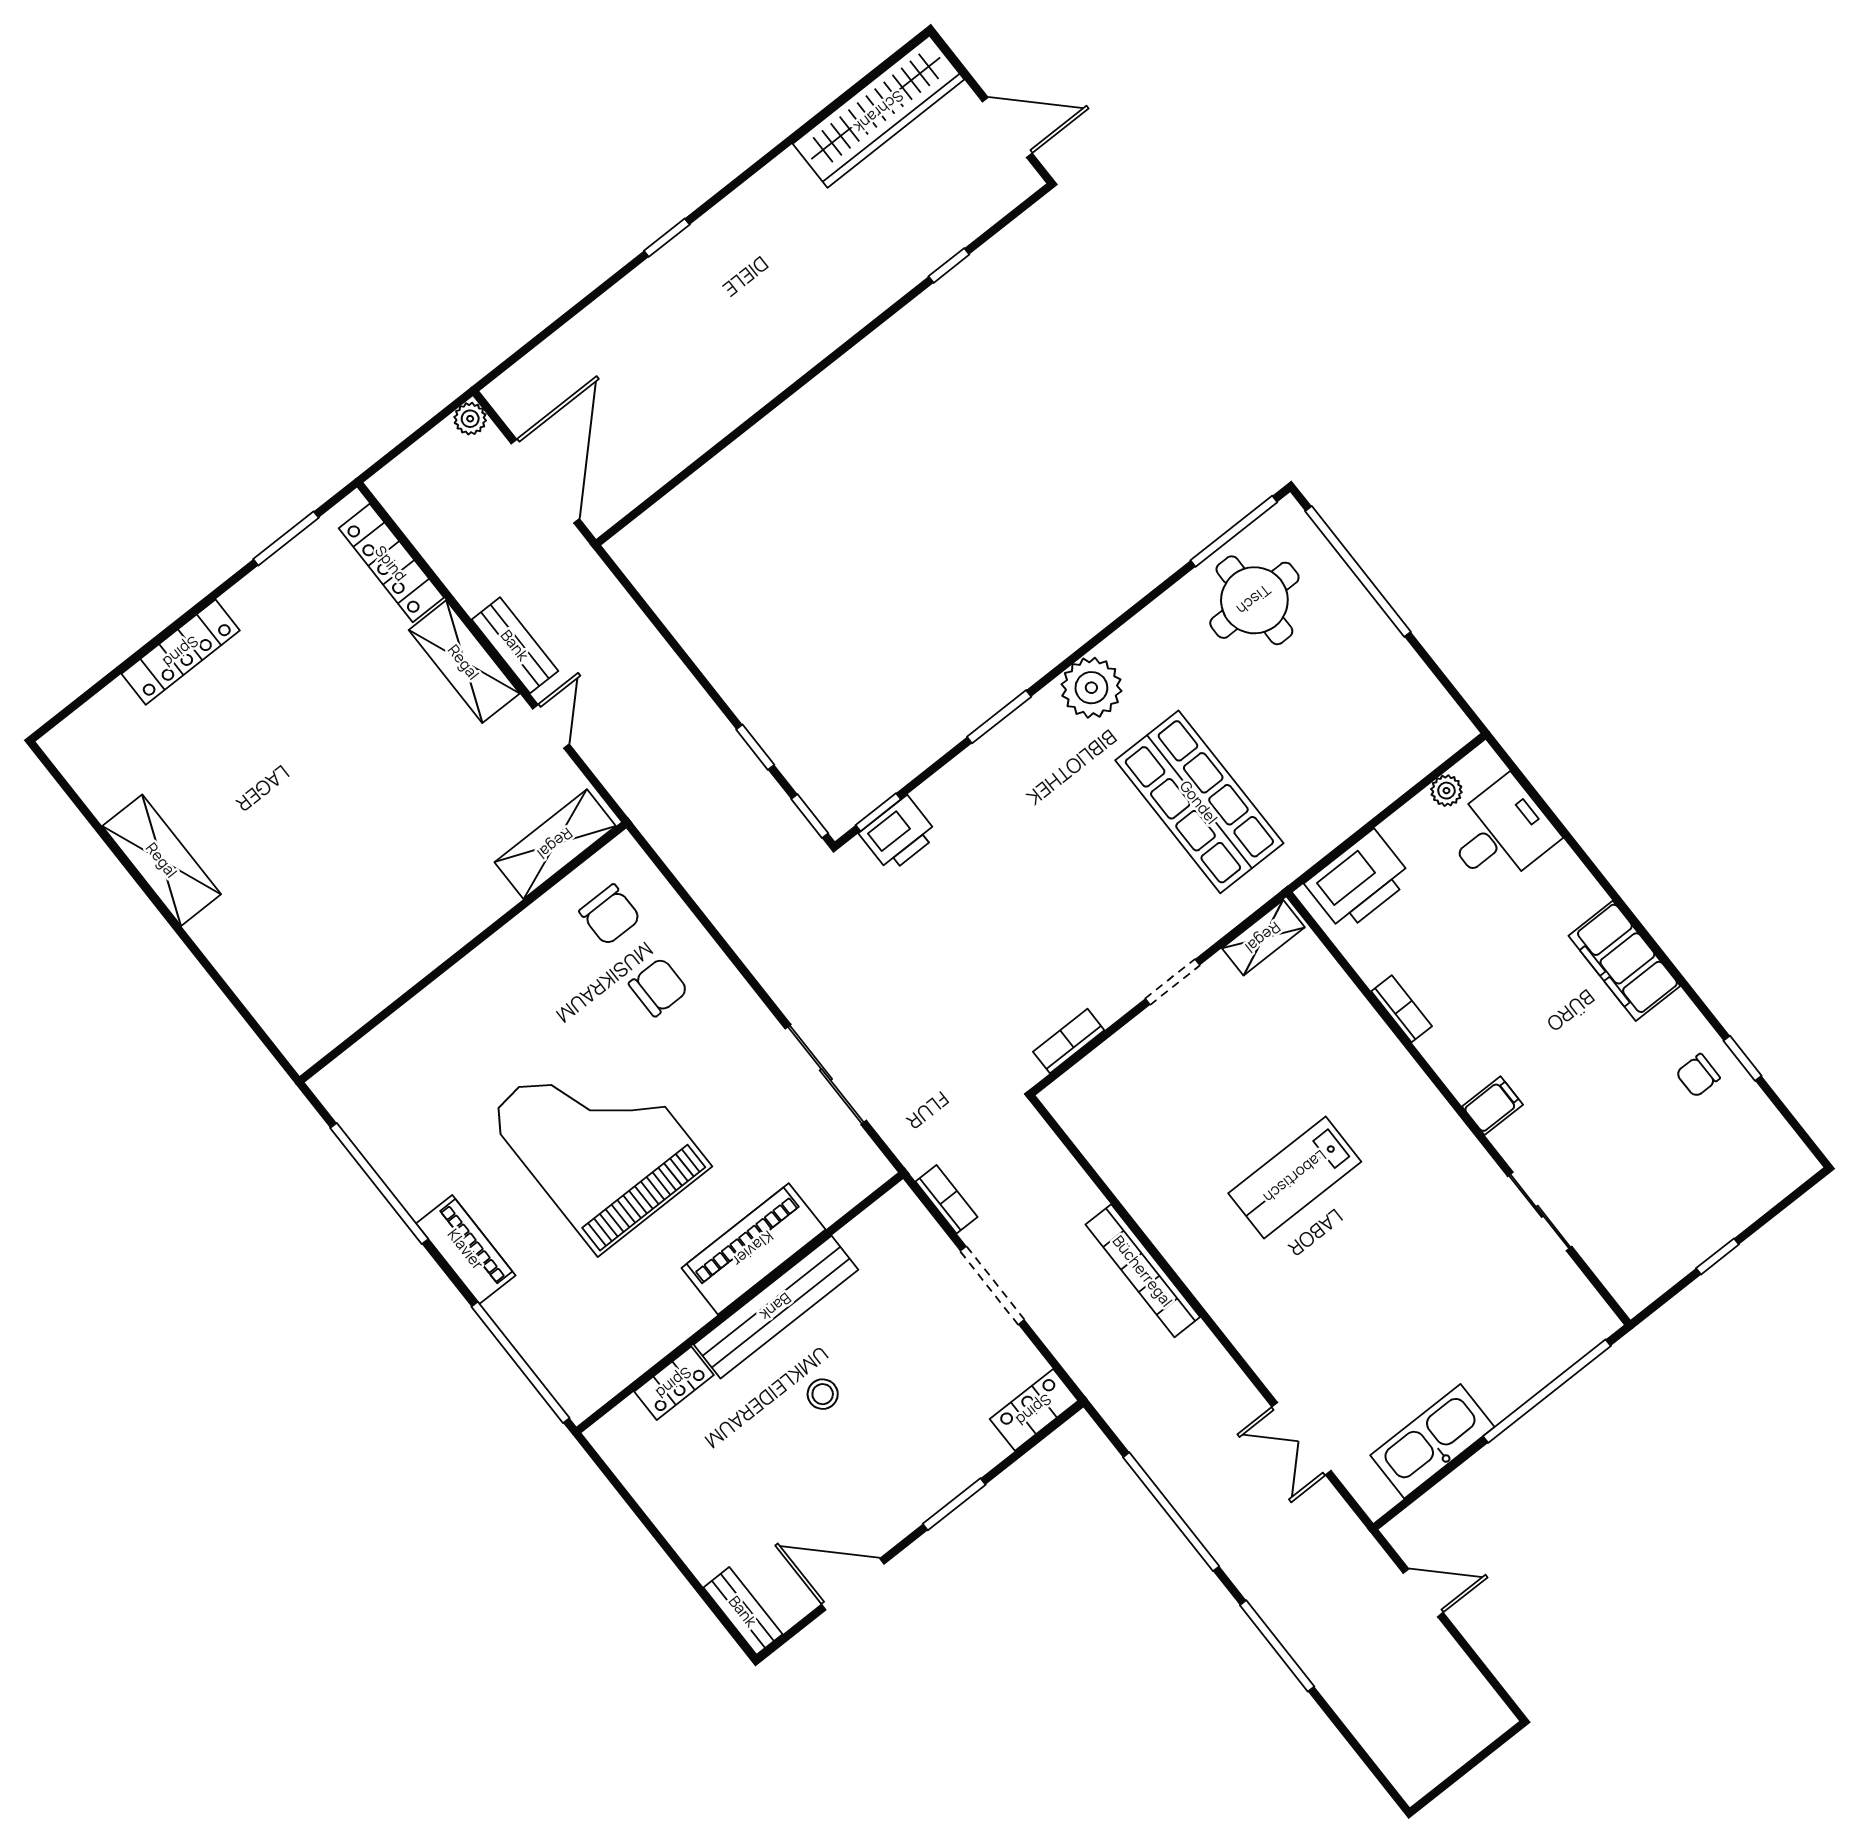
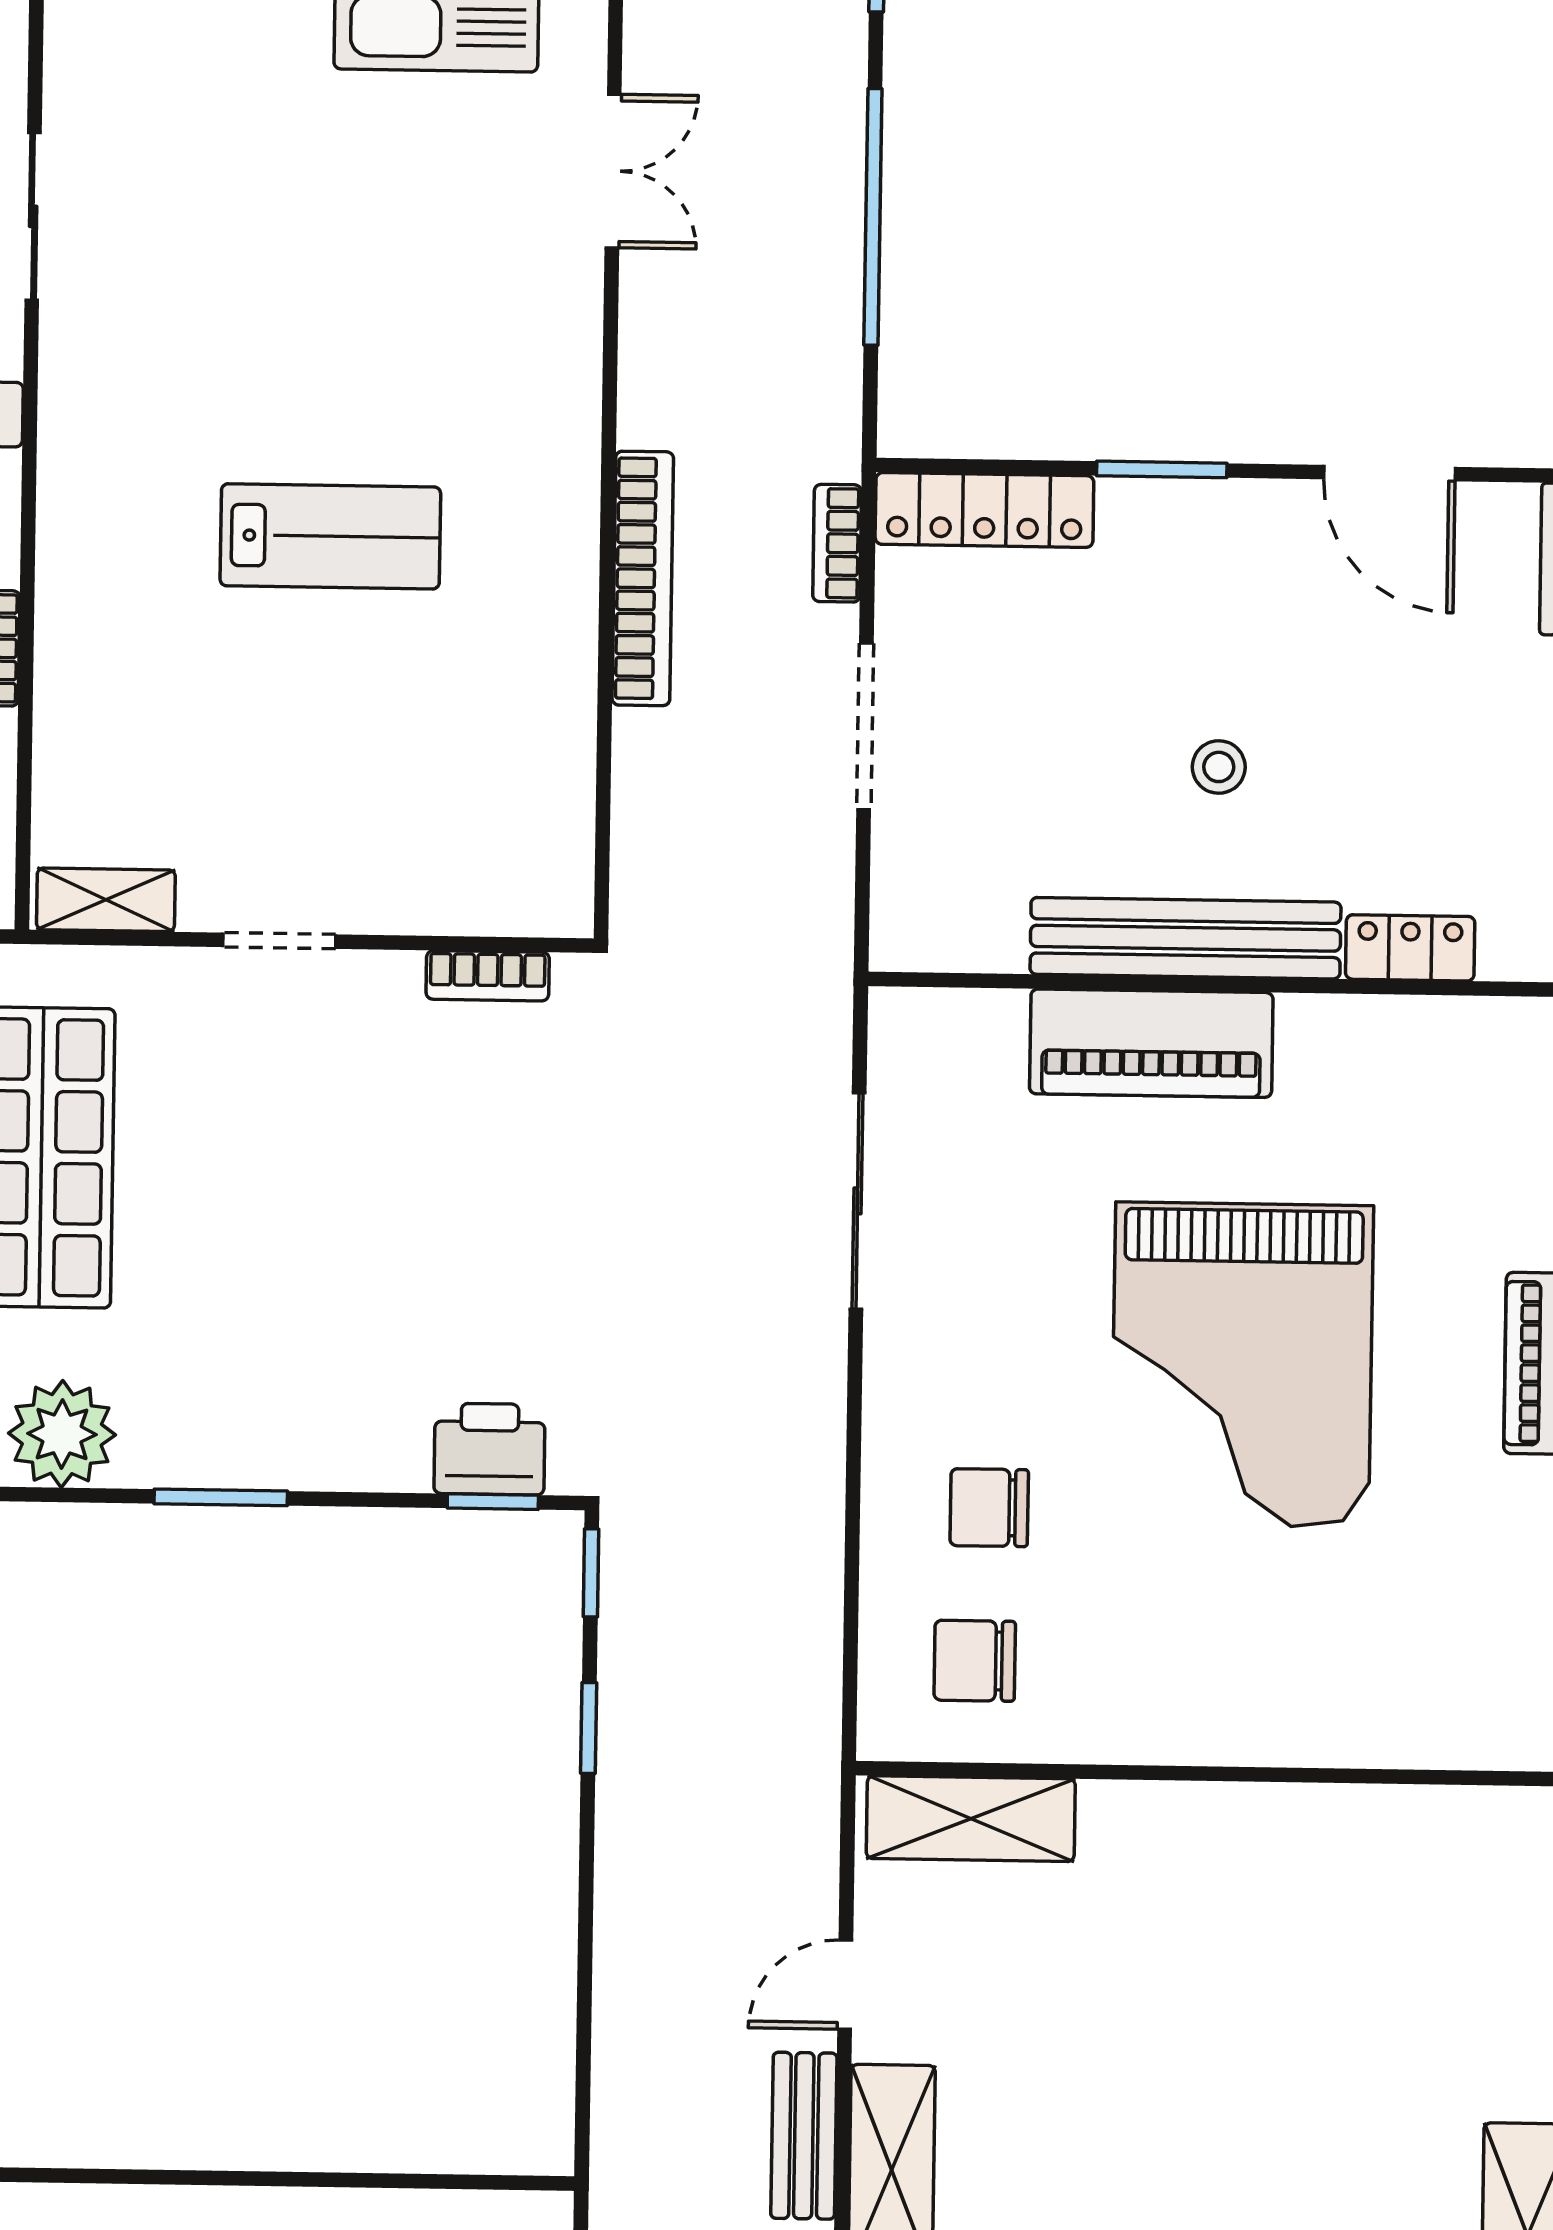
chair: (610, 915) -> (975, 1661), turned -90
bookcase: (946, 1199) -> (837, 543), moved
locker: (1034, 1410) -> (984, 510), width x1.53

